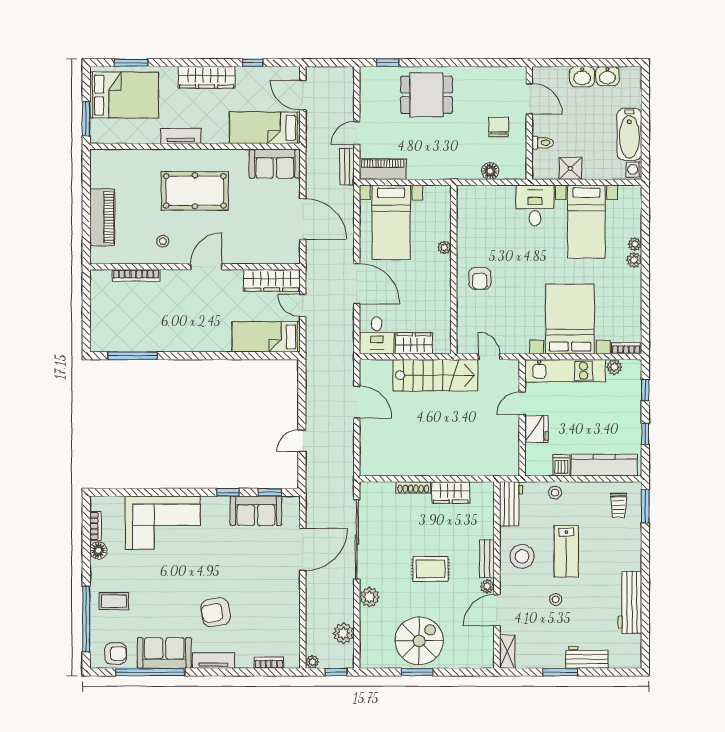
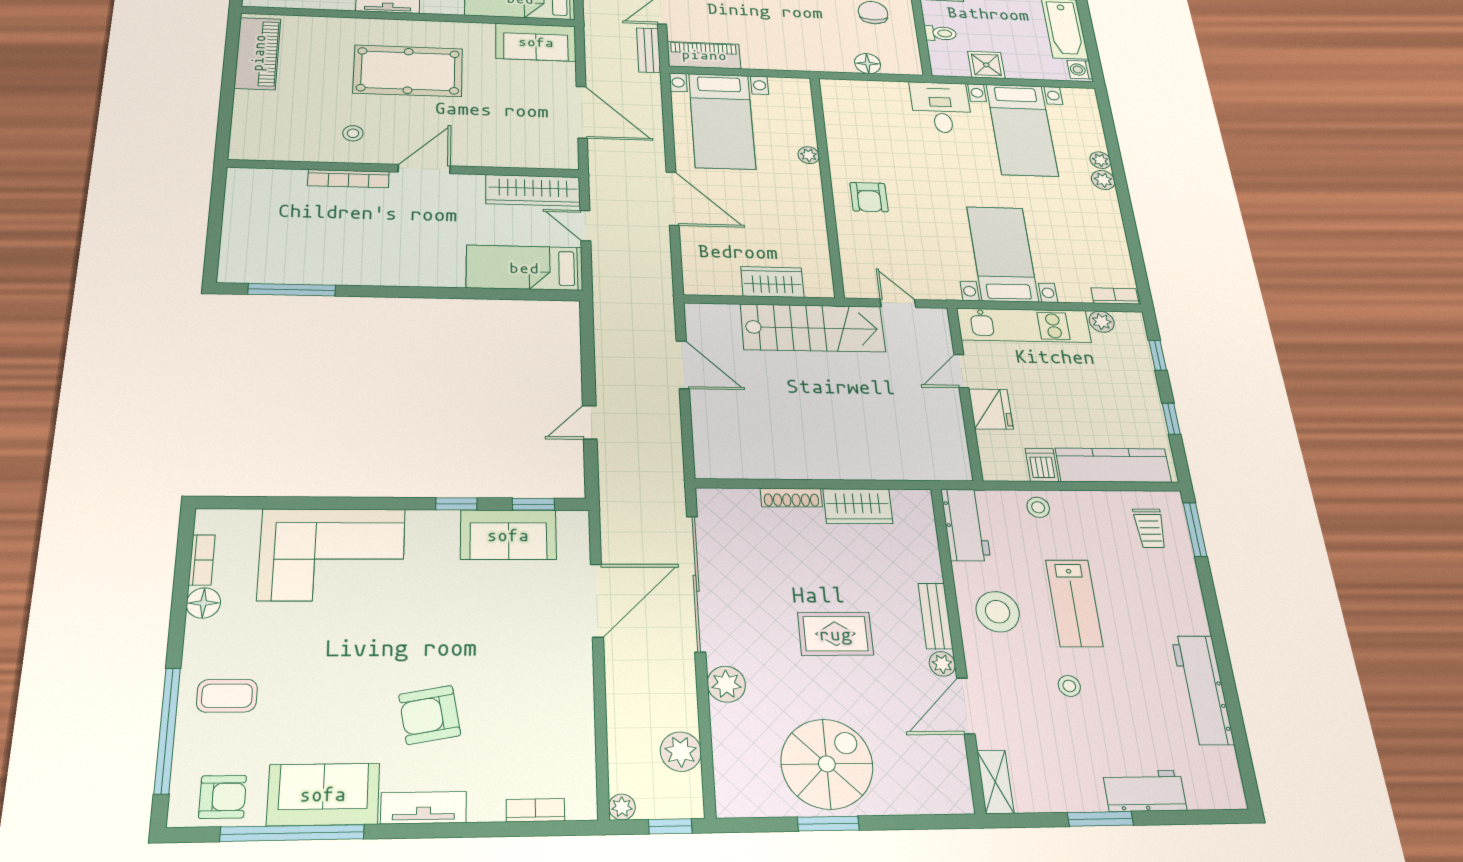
piano: (102, 217) -> (258, 53), moved
bookcase: (136, 276) -> (348, 179), moved
bed with nightstands: (570, 319) -> (1002, 254), width x0.73
desk: (377, 335) -> (710, 270), removed

